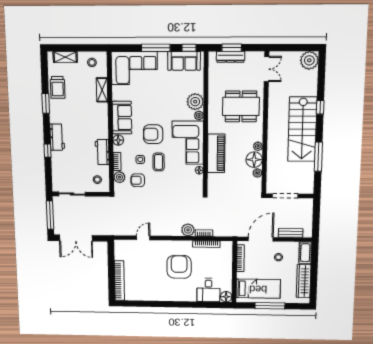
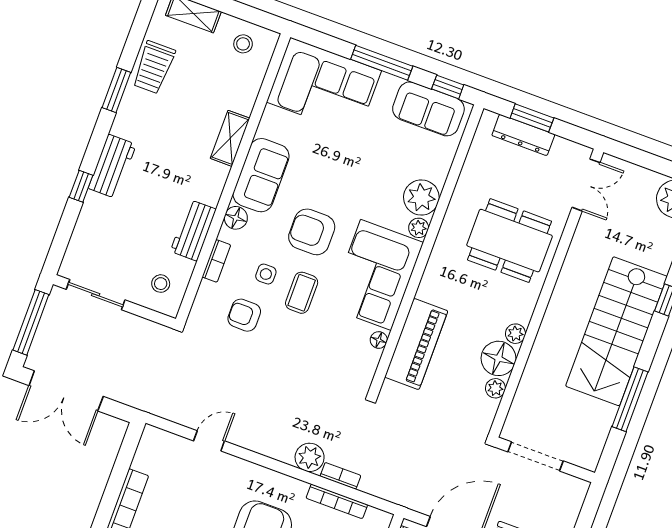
shelving: (102, 90) -> (230, 138), moved
piano: (216, 153) -> (416, 344), moved
plant: (119, 177) -> (209, 295), removed

